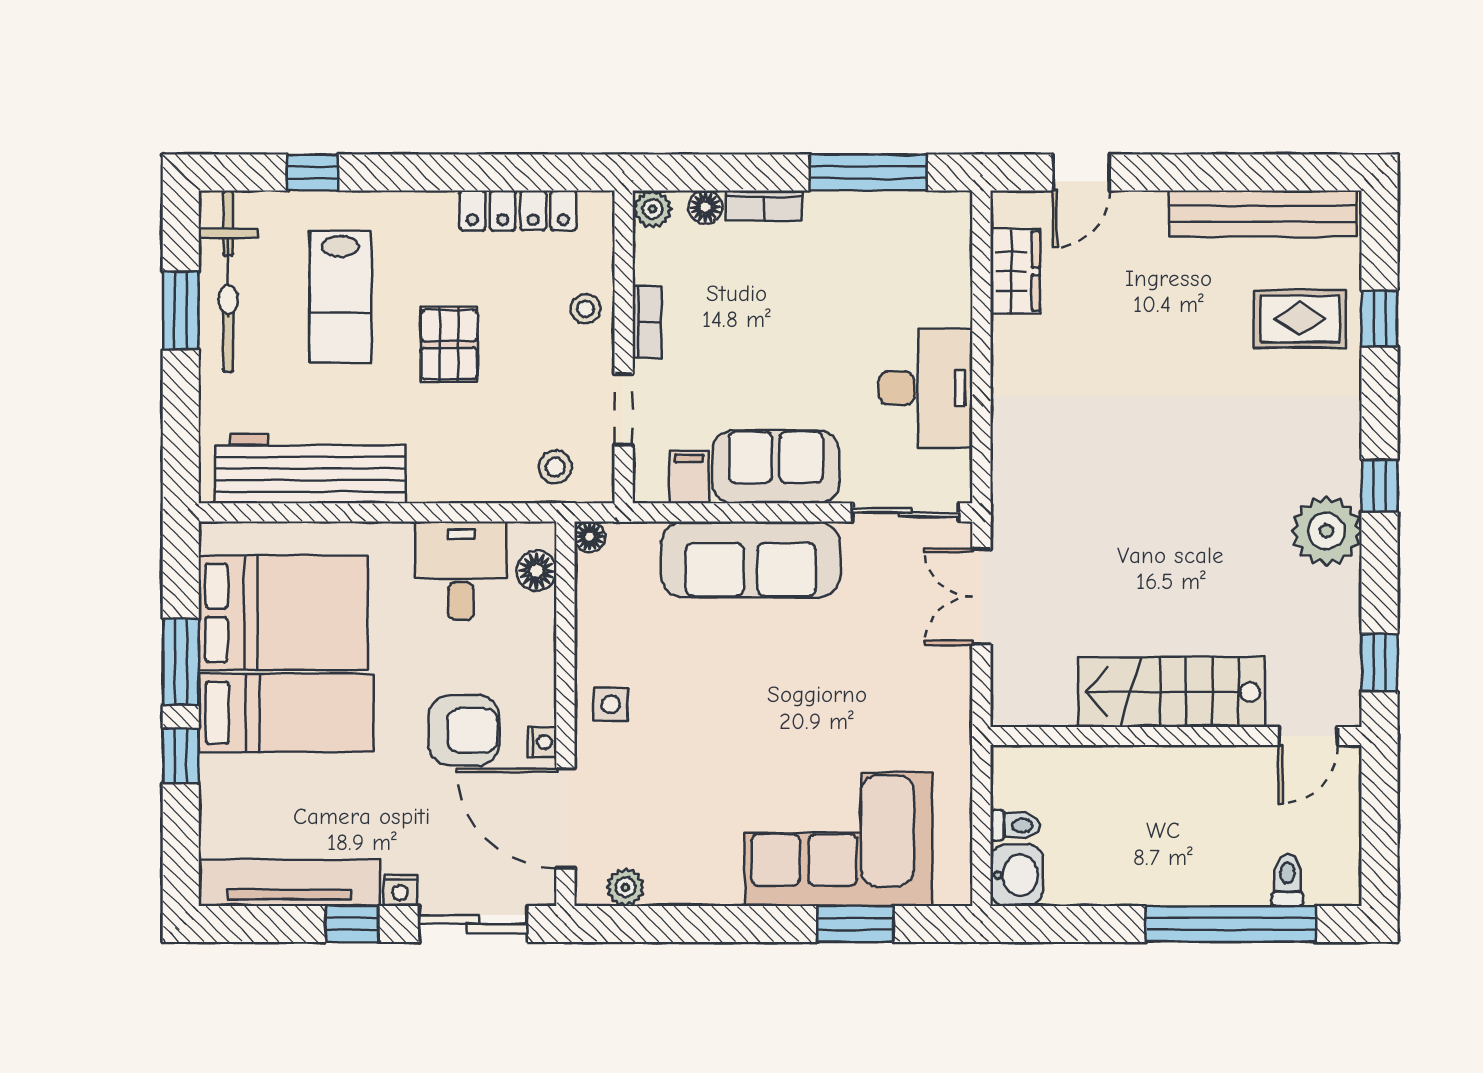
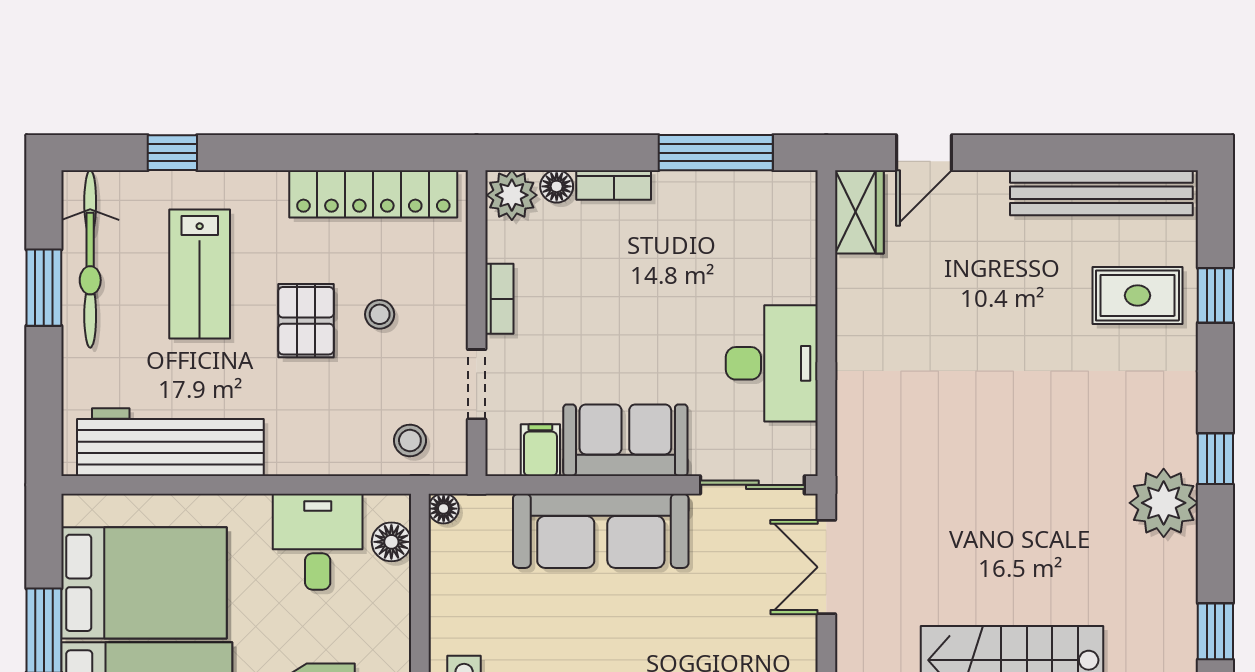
plant: (653, 209) -> (512, 195), width x1.38, depth x1.38
locker: (518, 210) -> (373, 194), width x1.41, depth x1.21
wardrobe: (1015, 271) -> (859, 212), moved
stool: (586, 309) -> (380, 314), moved

